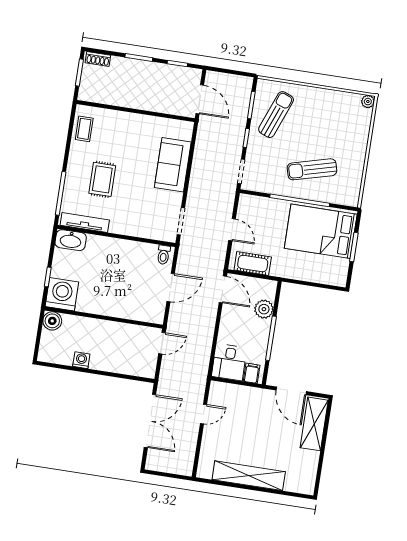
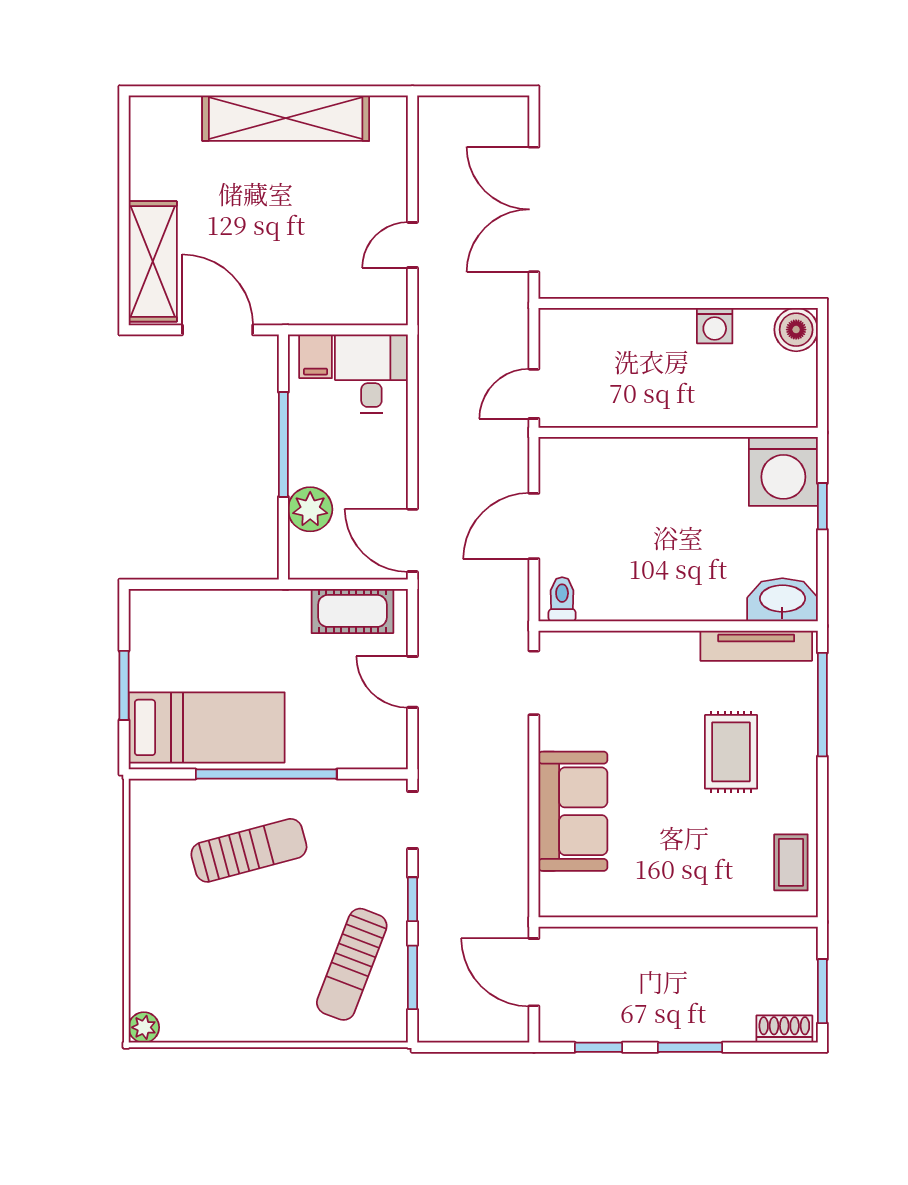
bed: (321, 231) -> (207, 727), width x0.67
boiler: (52, 321) -> (796, 330), moved

